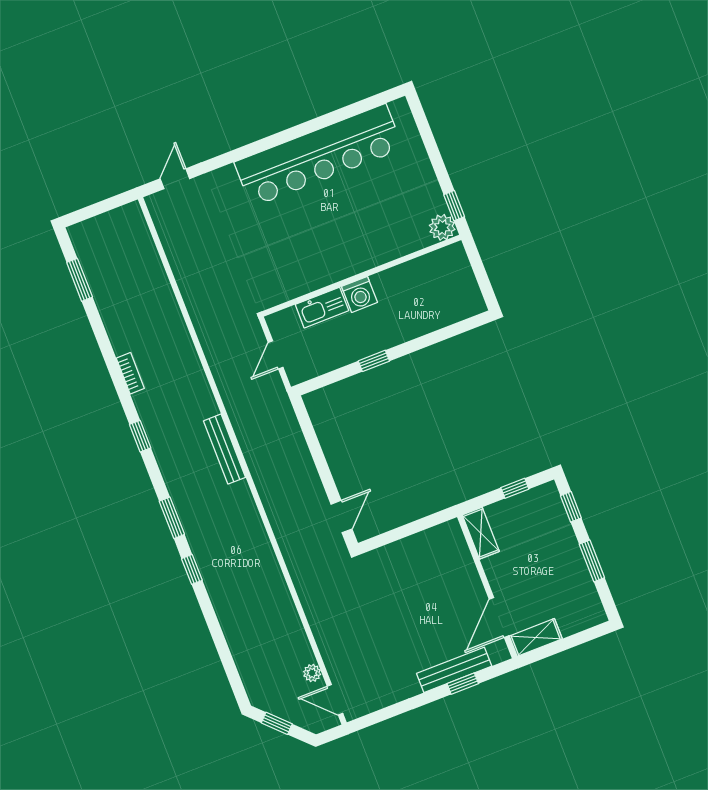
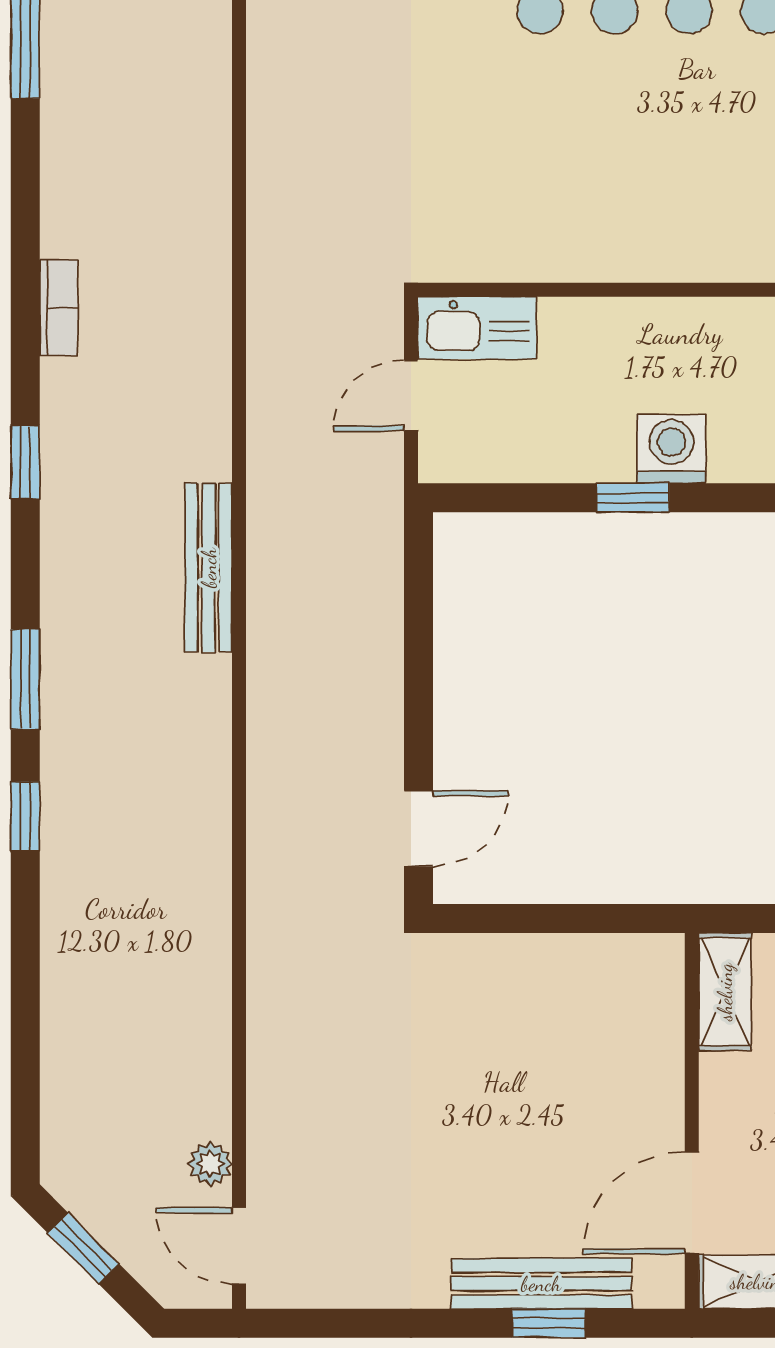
washing machine: (359, 294) -> (671, 449), moved, turned 180
kitchen sink: (322, 308) -> (477, 328), moved

